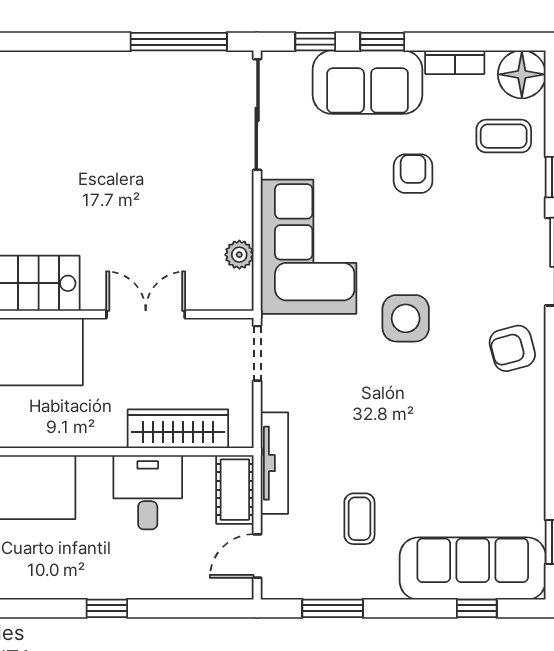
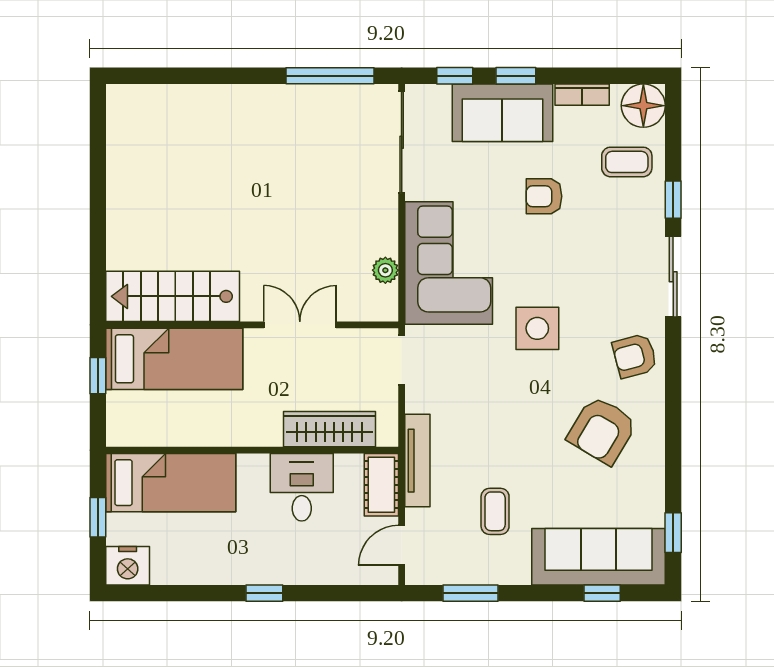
armchair: (413, 174) -> (544, 196), turned -90
armchair: (477, 430) -> (602, 430), added

